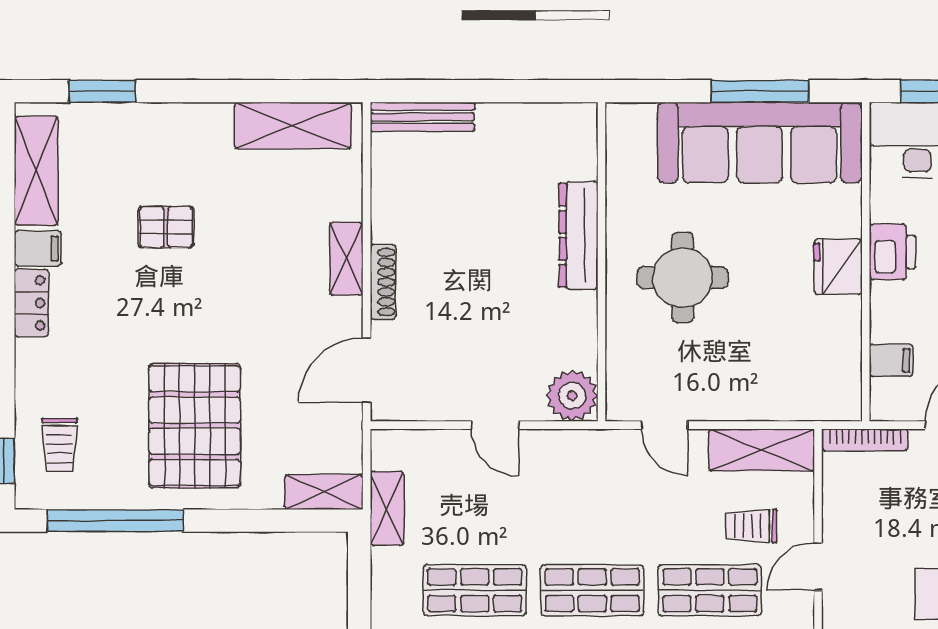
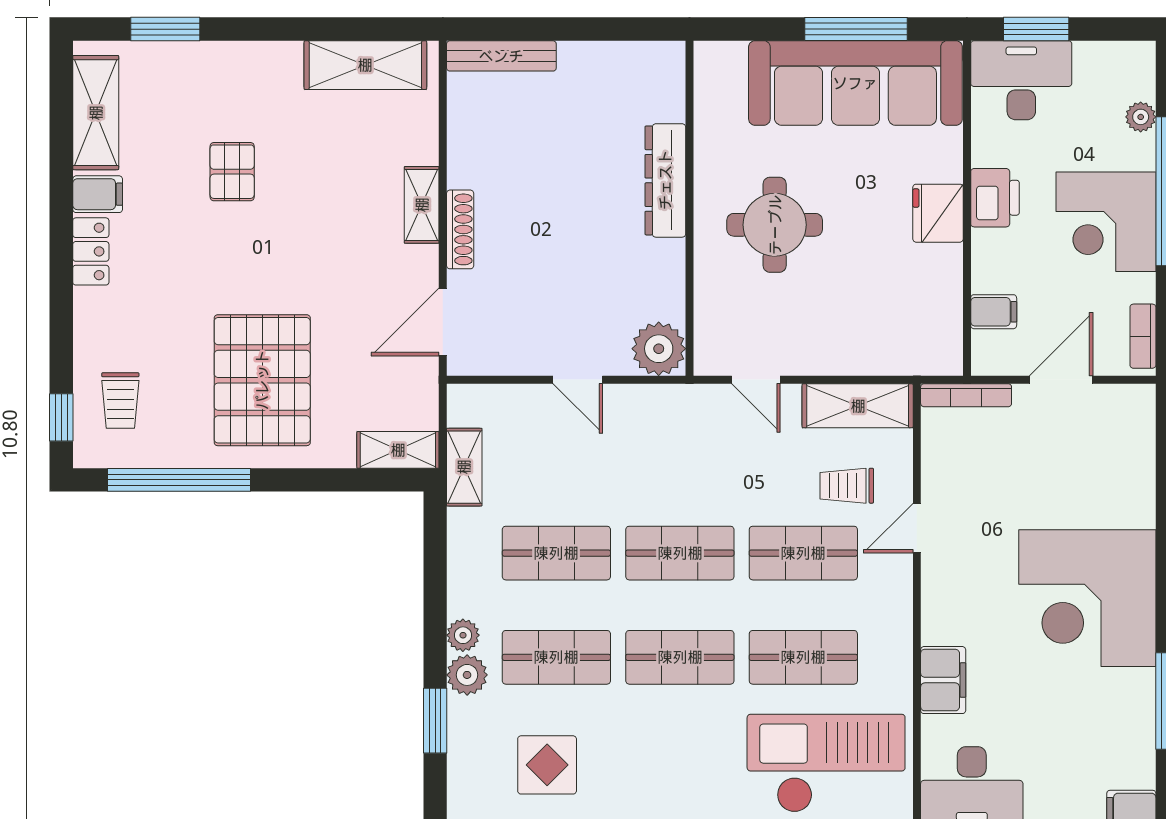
pallet: (166, 227) -> (232, 172), turned 90

